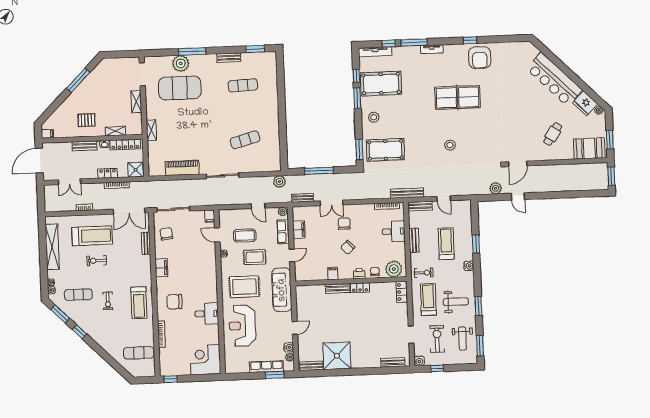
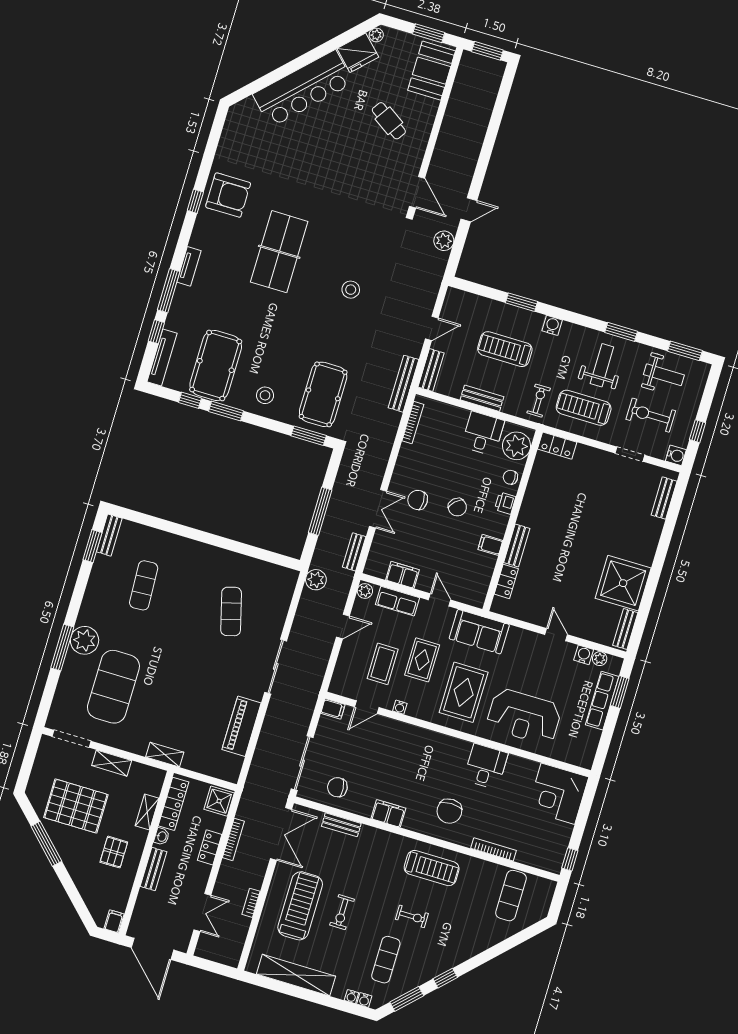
bench: (229, 58) -> (109, 535), moved
plant: (181, 63) -> (85, 640), moved
pallet: (105, 90) -> (76, 806), added
desk: (394, 231) -> (483, 434), moved
locker: (360, 288) -> (506, 581), moved
sofa: (282, 290) -> (479, 632), width x0.73

